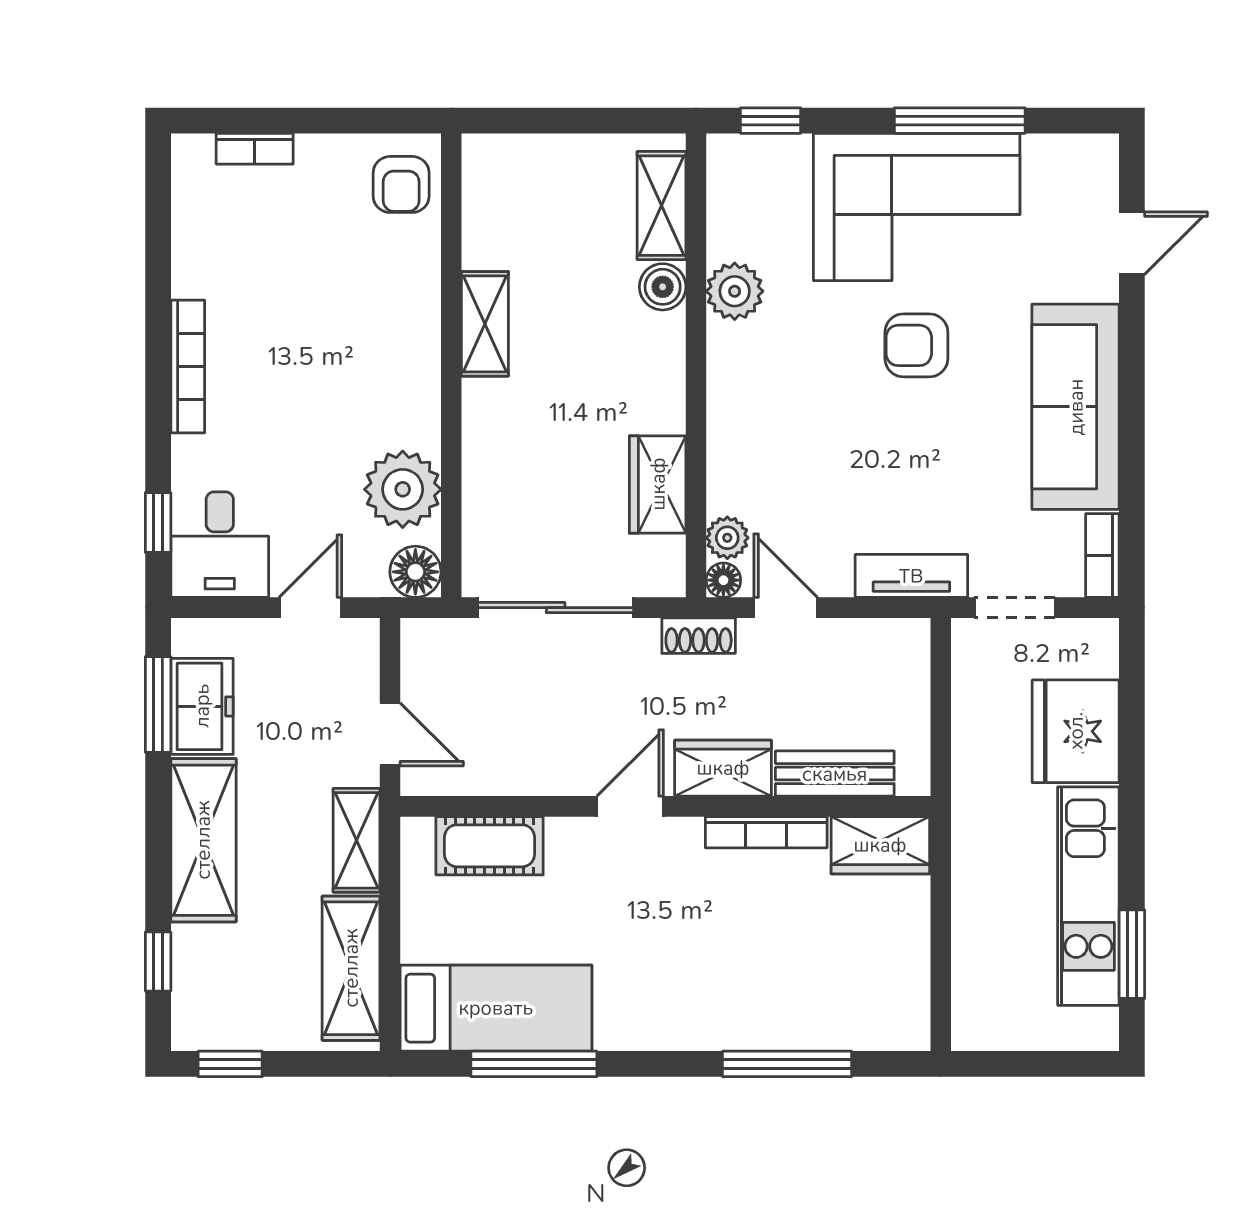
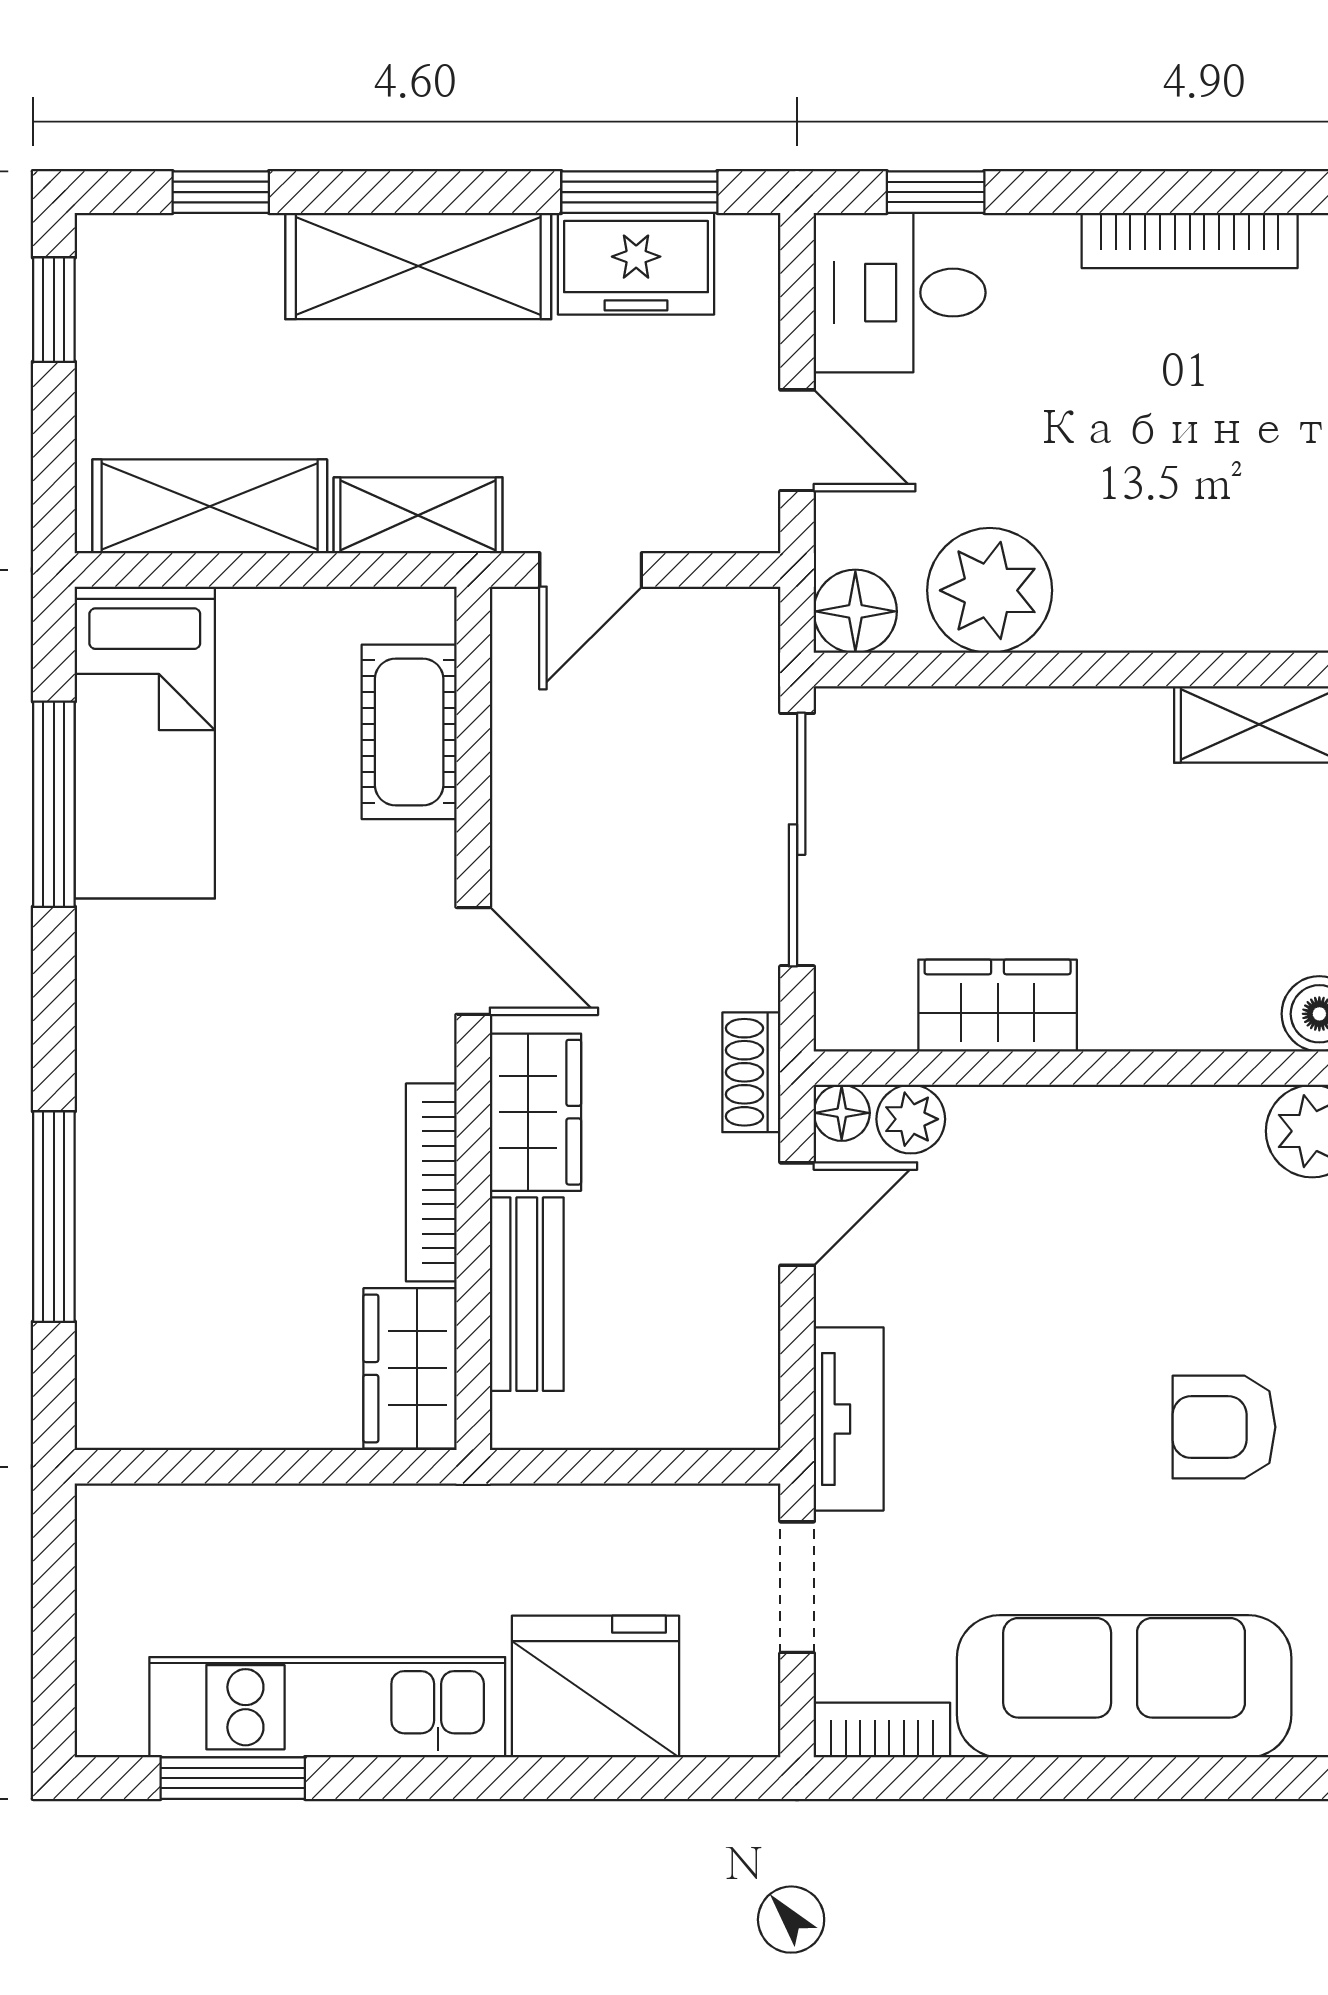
armchair: (916, 345) -> (1224, 1427), turned -90

